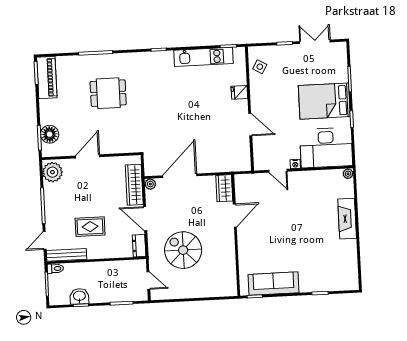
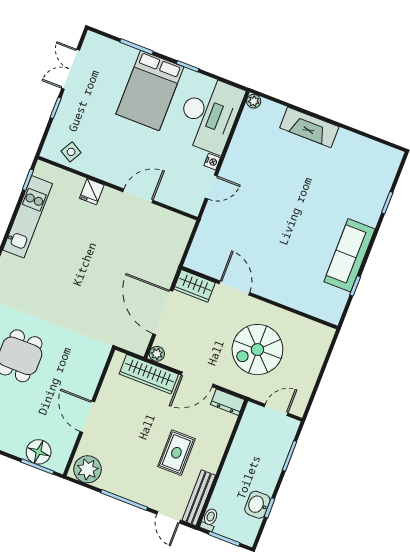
wardrobe: (224, 188) -> (195, 286), moved
door: (235, 216) -> (234, 288), moved
wall: (236, 235) -> (260, 298), moved

